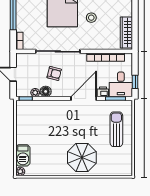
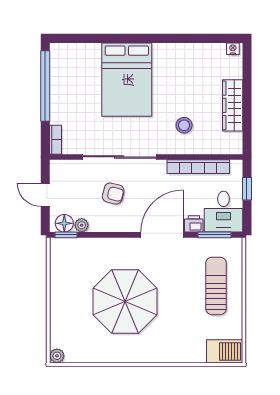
stool: (91, 18) -> (184, 125), moved
wardrobe: (126, 33) -> (233, 105), moved
window: (135, 82) -> (247, 189), moved
floor lamp: (46, 91) -> (64, 223), moved
barbecue: (23, 155) -> (225, 351), moved, turned -90
parasol: (82, 157) -> (125, 301), moved, width x1.36, depth x1.36

